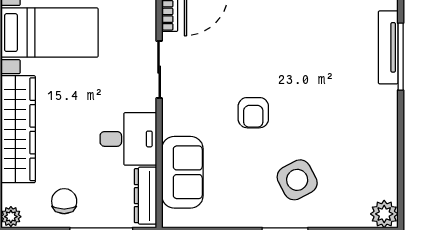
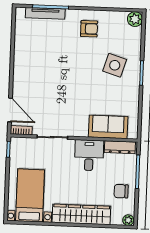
armchair: (253, 113) -> (89, 29), moved
side table: (297, 180) -> (115, 65), turned 45

